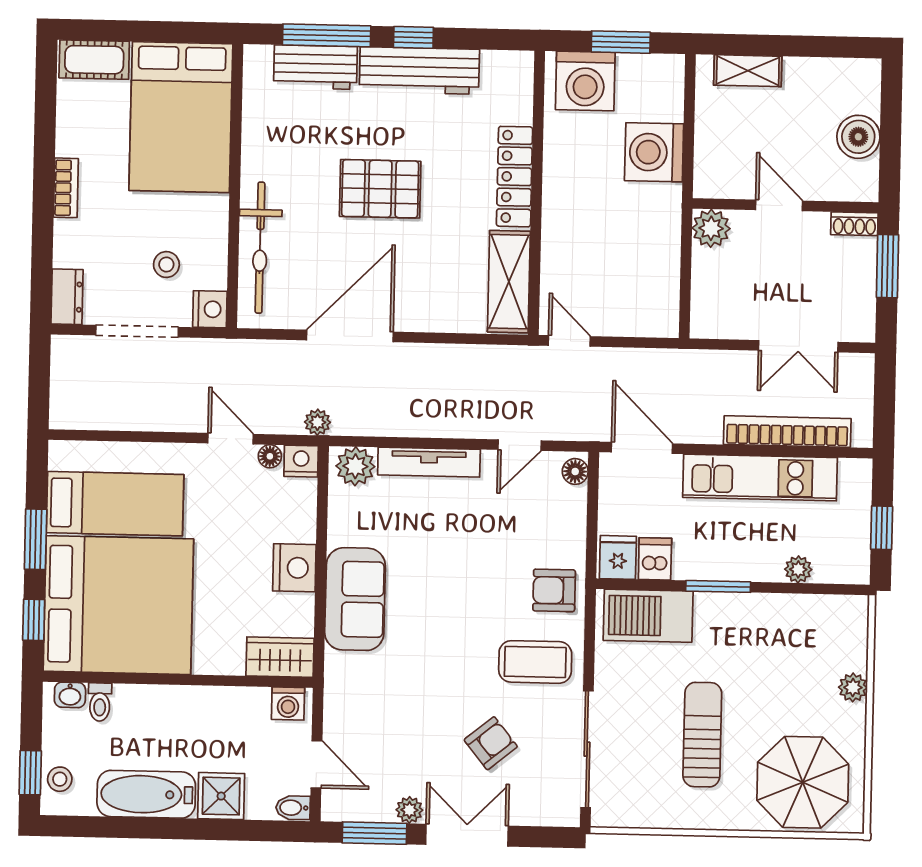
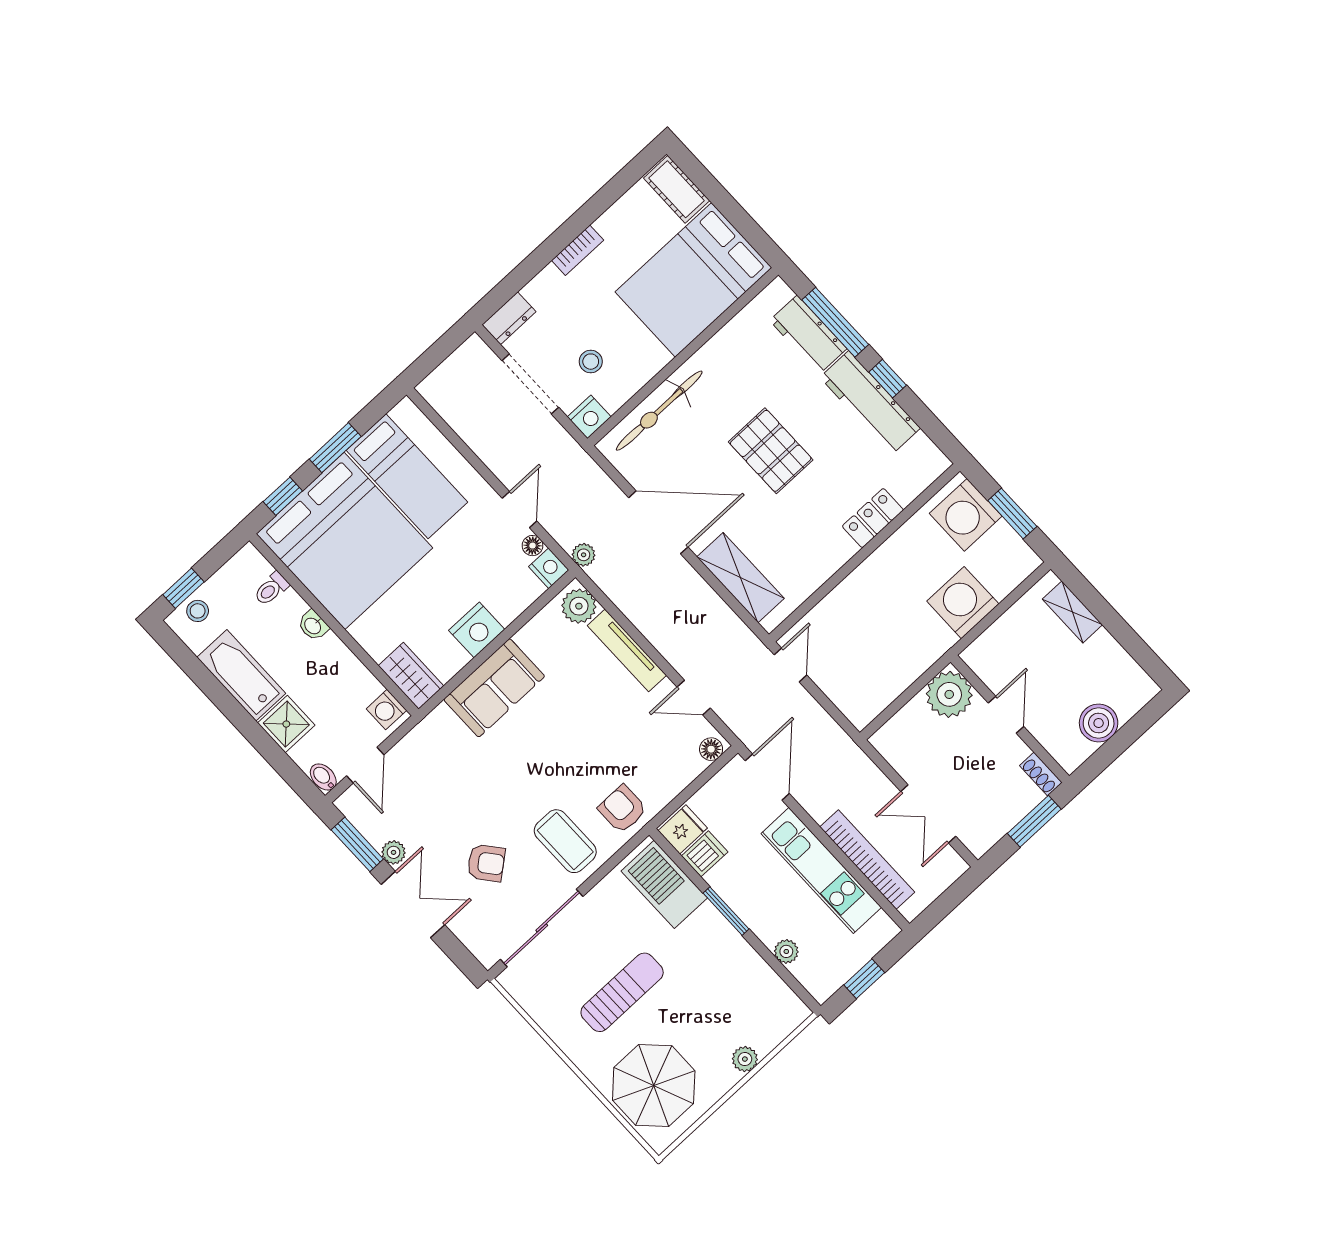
locker: (515, 177) -> (873, 518), width x0.66
plant: (711, 228) -> (949, 694), width x1.36, depth x1.36
shelving: (509, 282) -> (740, 578), moved, turned 90
washbasin: (70, 695) -> (313, 626), moved

